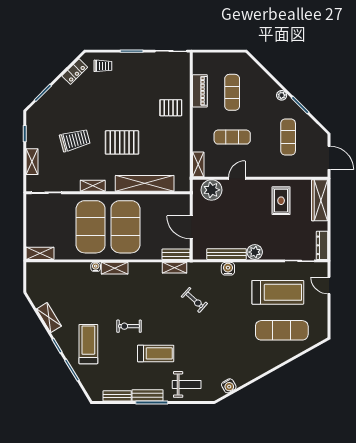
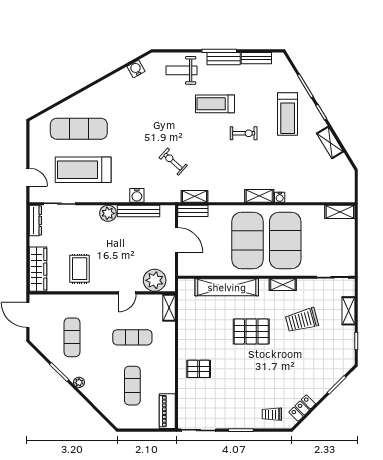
piano: (200, 91) -> (167, 411), moved
trolley: (75, 140) -> (302, 320), moved

